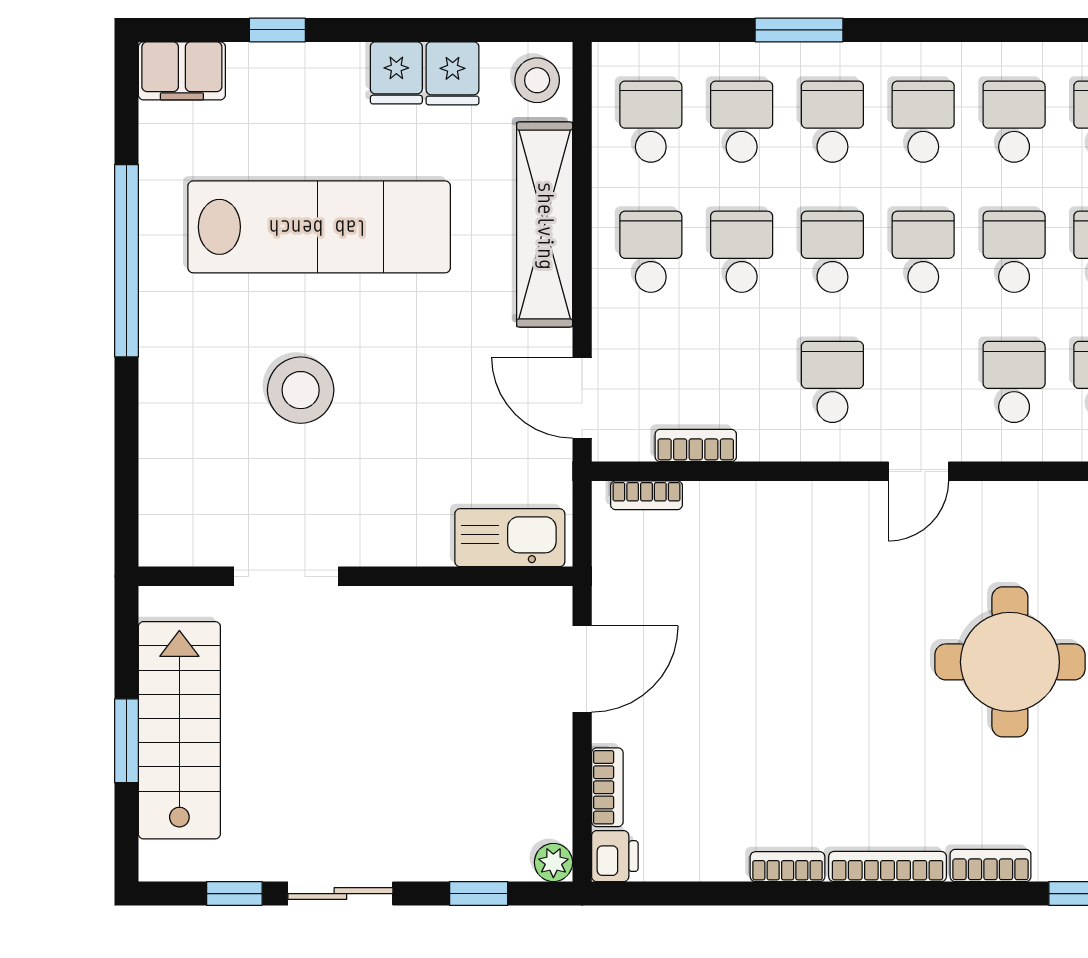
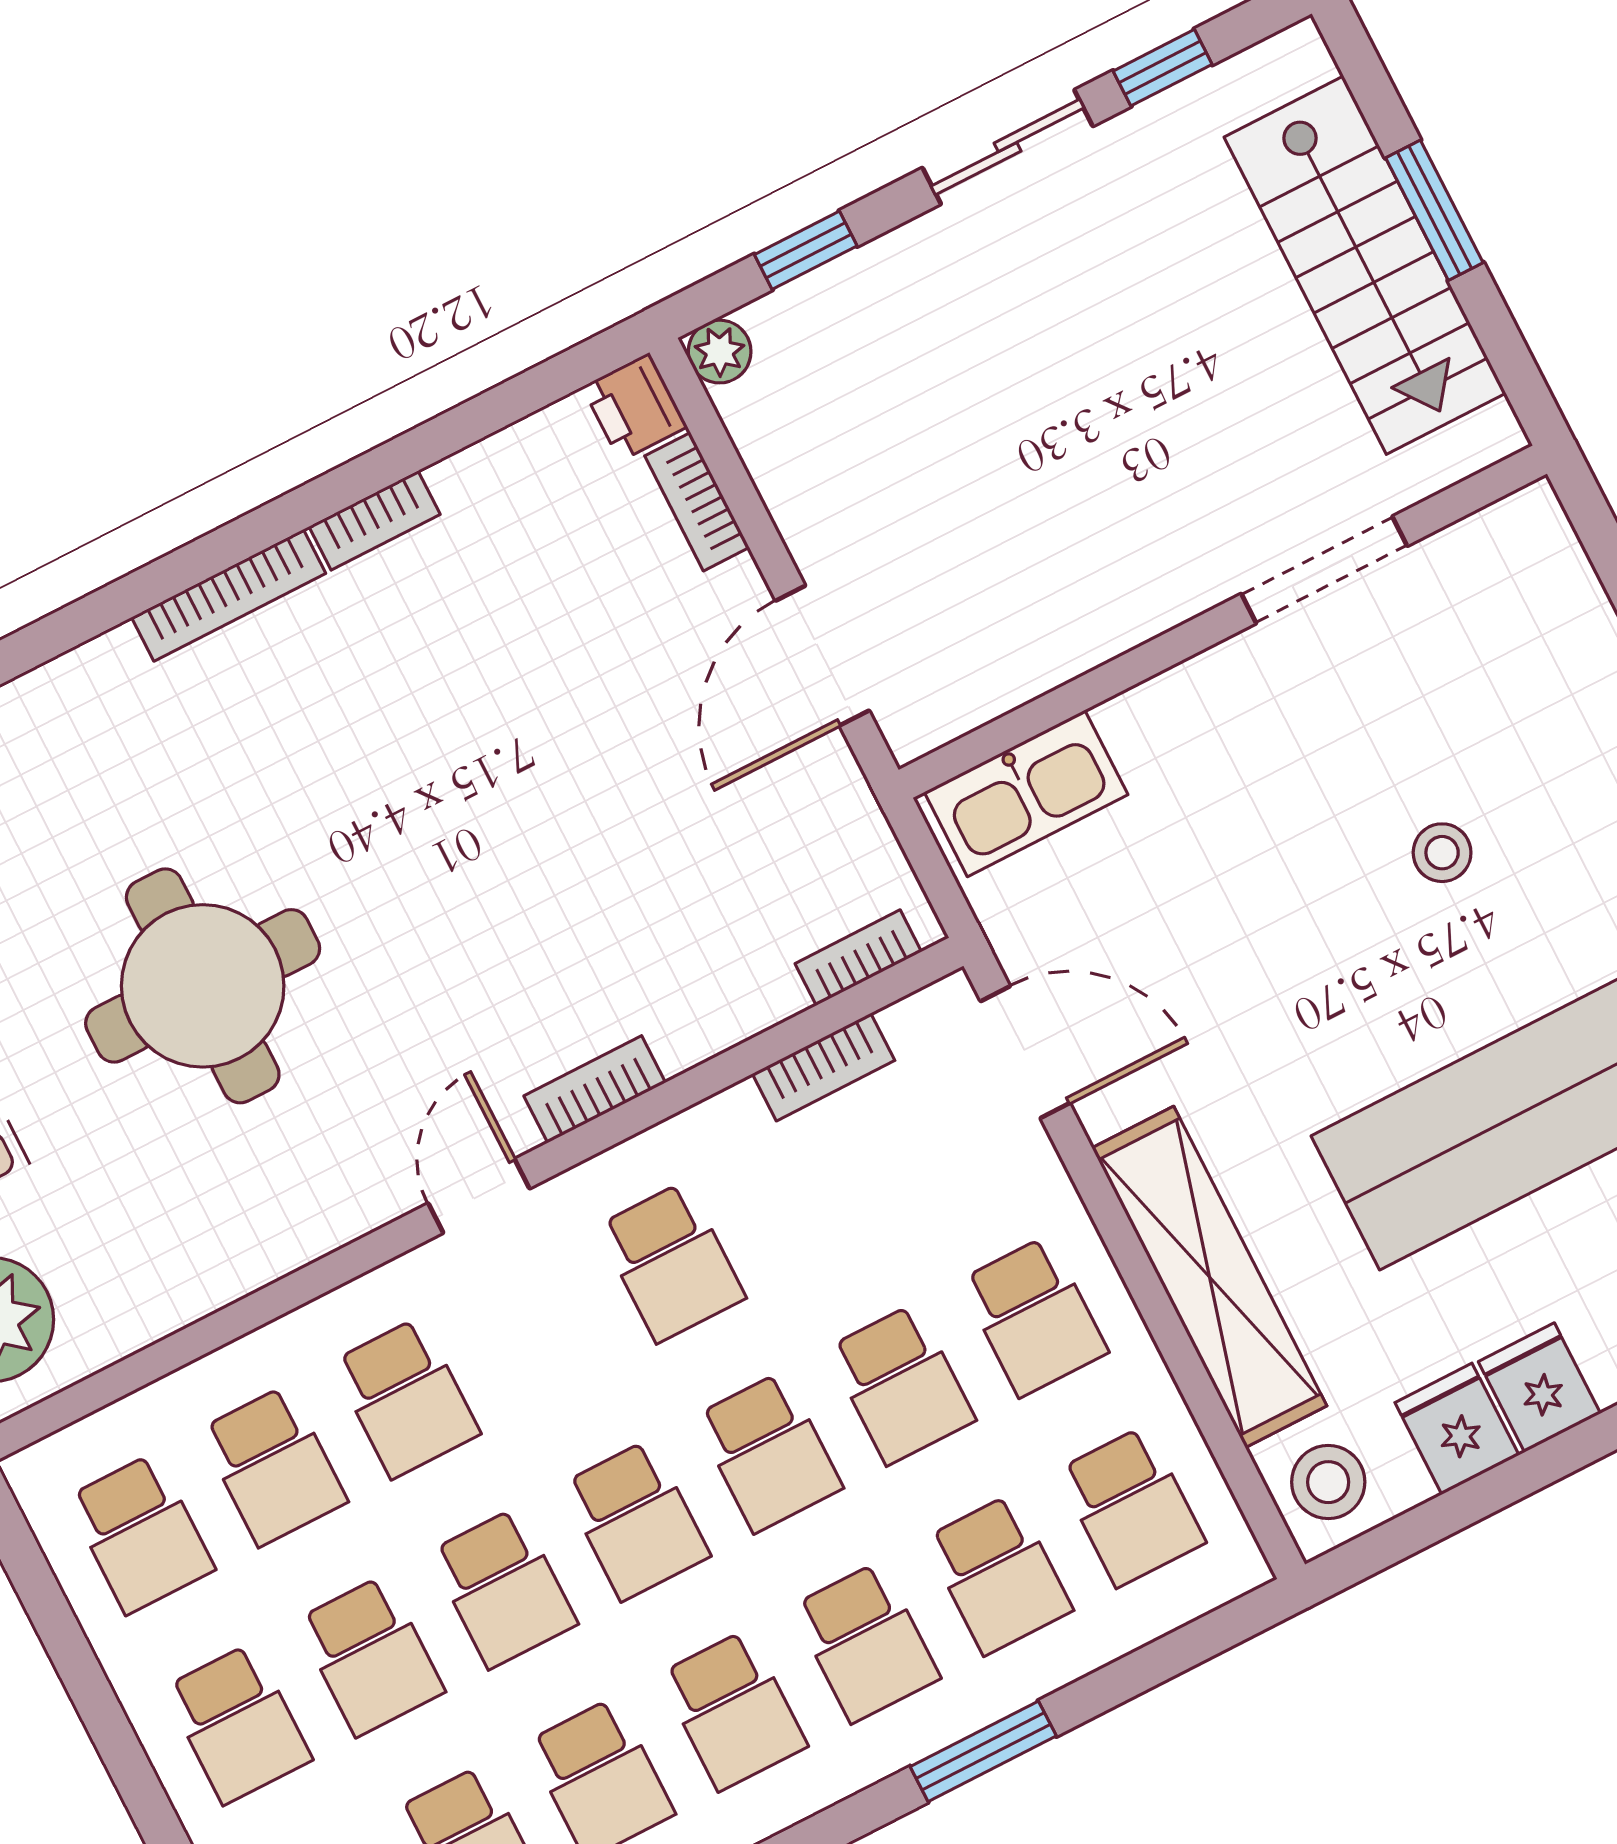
stool: (301, 390) -> (1442, 853), width x0.53, depth x0.53
bookcase: (991, 865) -> (595, 1089), moved, turned 180

